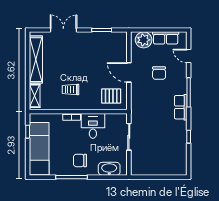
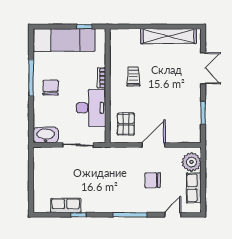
shelving: (35, 96) -> (126, 35), removed
row of seats: (181, 107) -> (66, 206), moved
desk: (93, 126) -> (91, 108), width x1.37
washbasin: (109, 169) -> (46, 135), moved, turned -90

